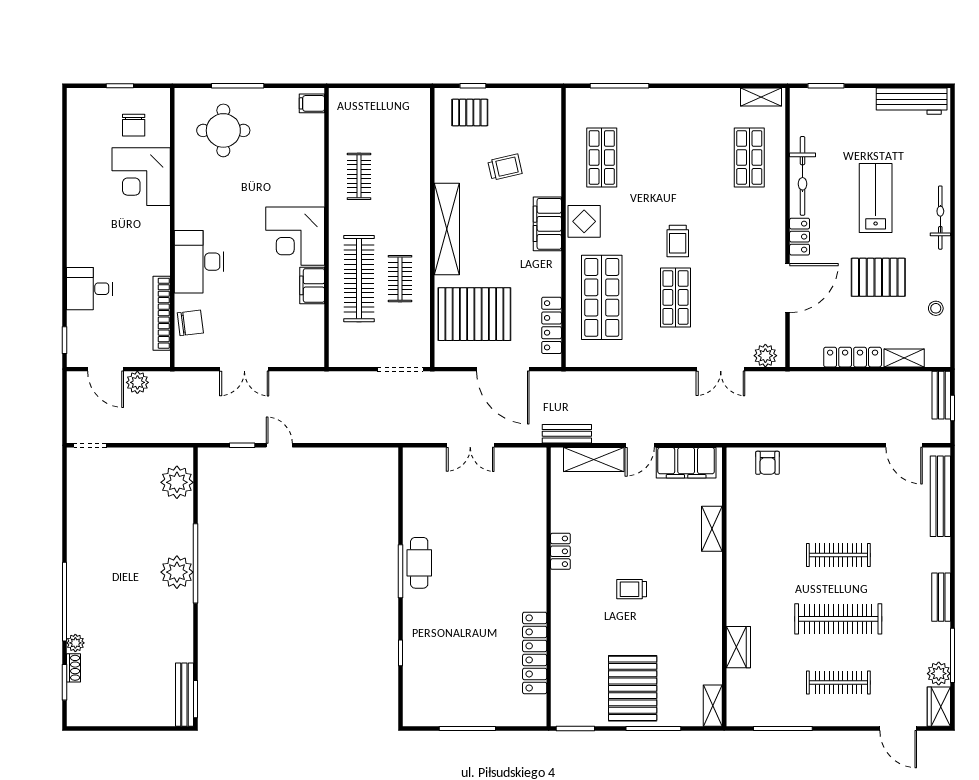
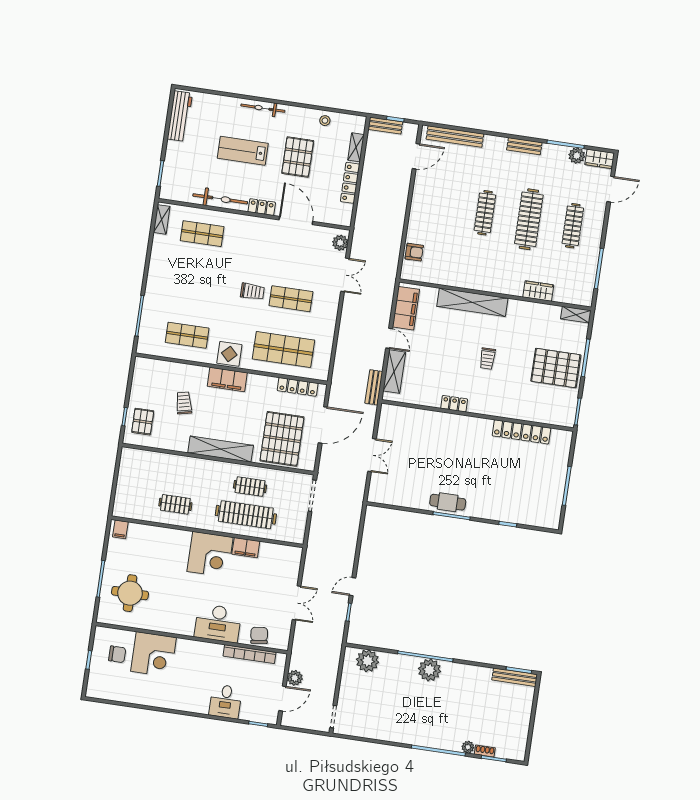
shelving: (712, 529) -> (472, 302), width x2.20, depth x1.33

